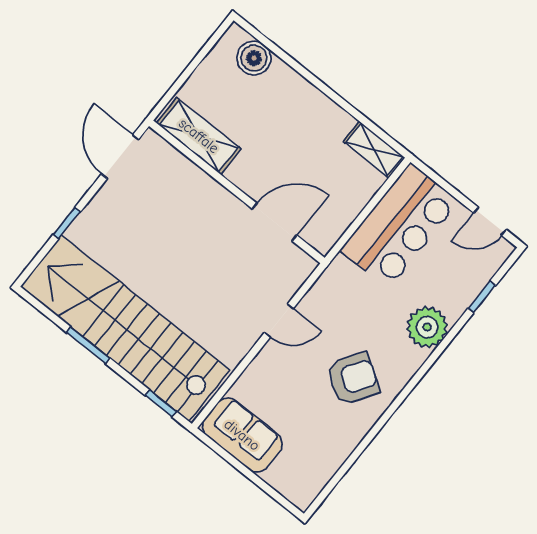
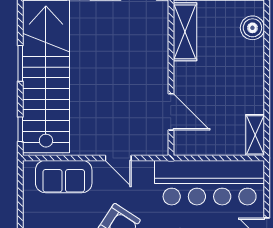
bar counter: (399, 226) -> (210, 183), width x1.36
sofa: (242, 435) -> (64, 177), moved, turned 90

